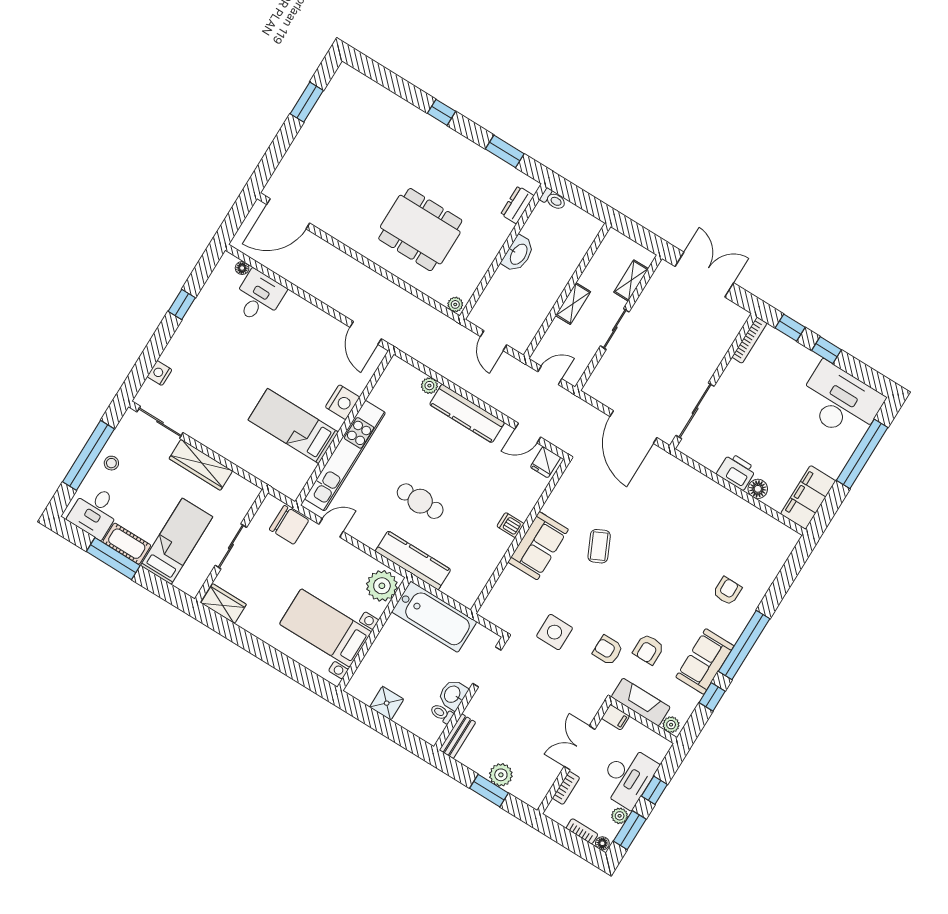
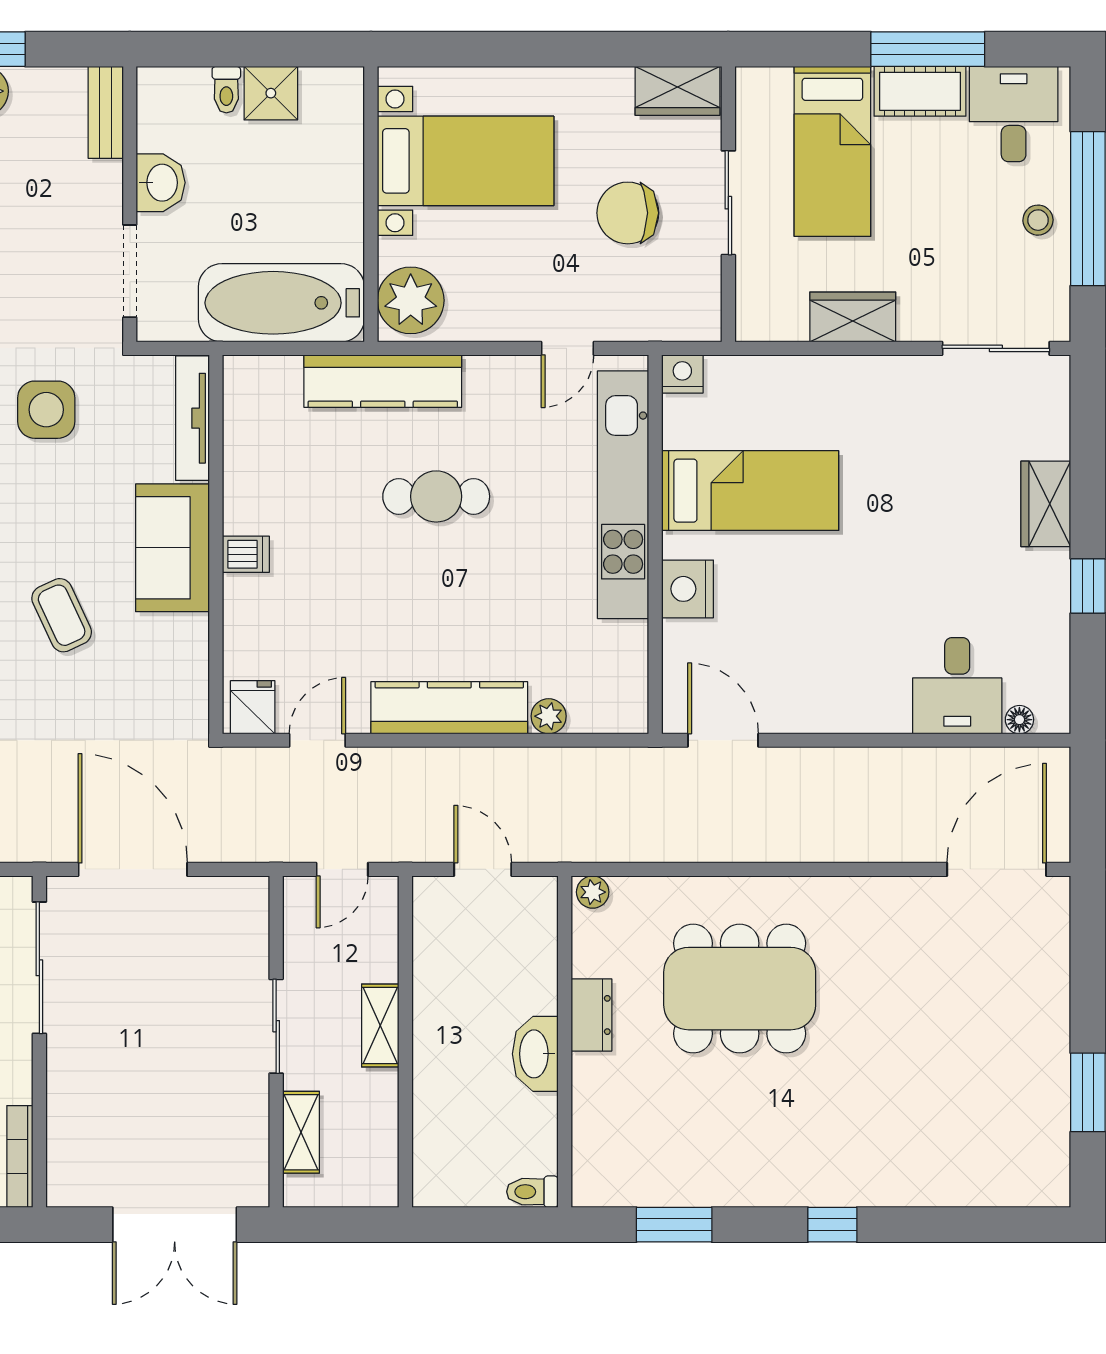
dresser: (517, 205) -> (591, 1015), moved
wardrobe: (178, 348) -> (1046, 504), added
nightstand: (159, 373) -> (682, 374), moved, turned -90
wardrobe: (201, 465) -> (853, 317), width x0.67
chair: (289, 525) -> (628, 213), moved
tv unit: (498, 593) -> (193, 418), added
toilet: (442, 713) -> (226, 90), moved, turned 90

